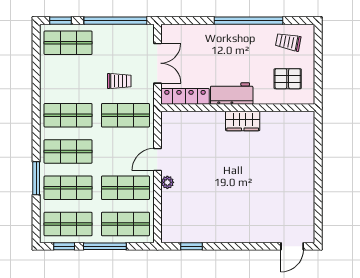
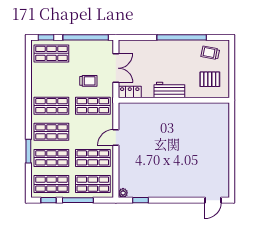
locker: (185, 96) -> (130, 92), width x0.66
wardrobe: (243, 121) -> (177, 110), removed
plant: (167, 182) -> (123, 193), moved

